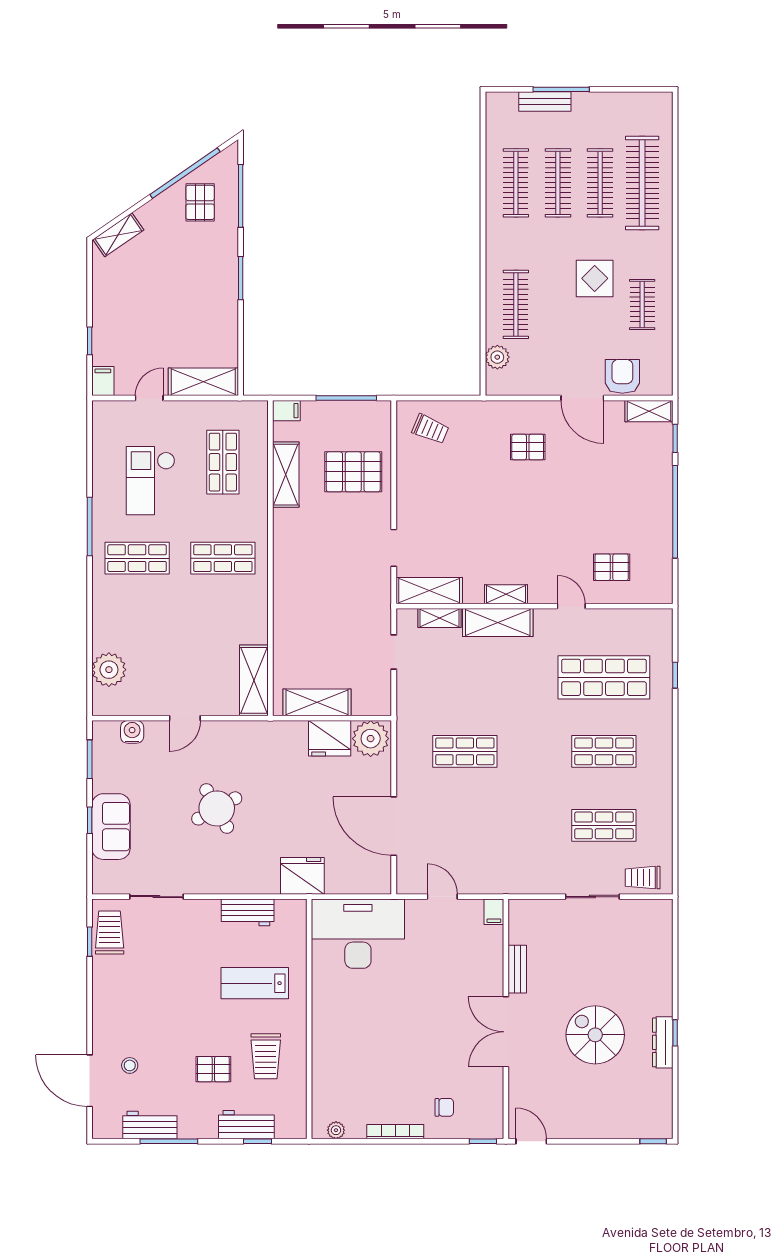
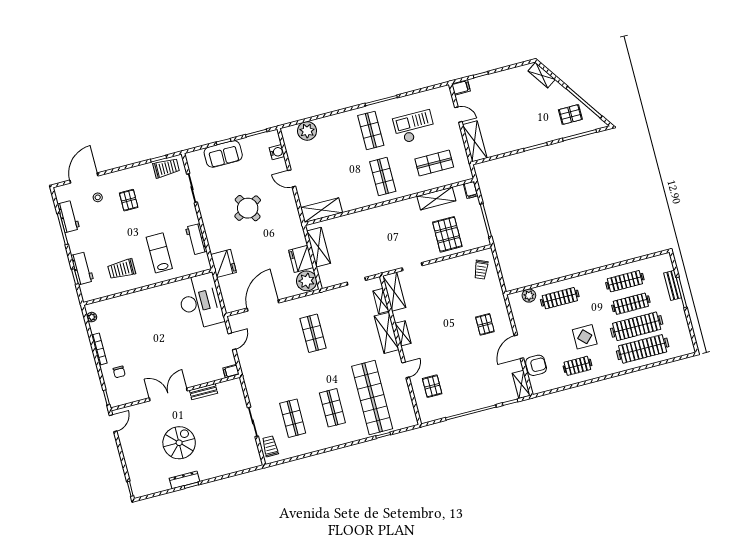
clothes rail: (600, 183) -> (637, 326), width x1.37, depth x1.31
shop shelf: (604, 677) -> (372, 397), width x1.40
pallet: (213, 1069) -> (129, 200), moved

